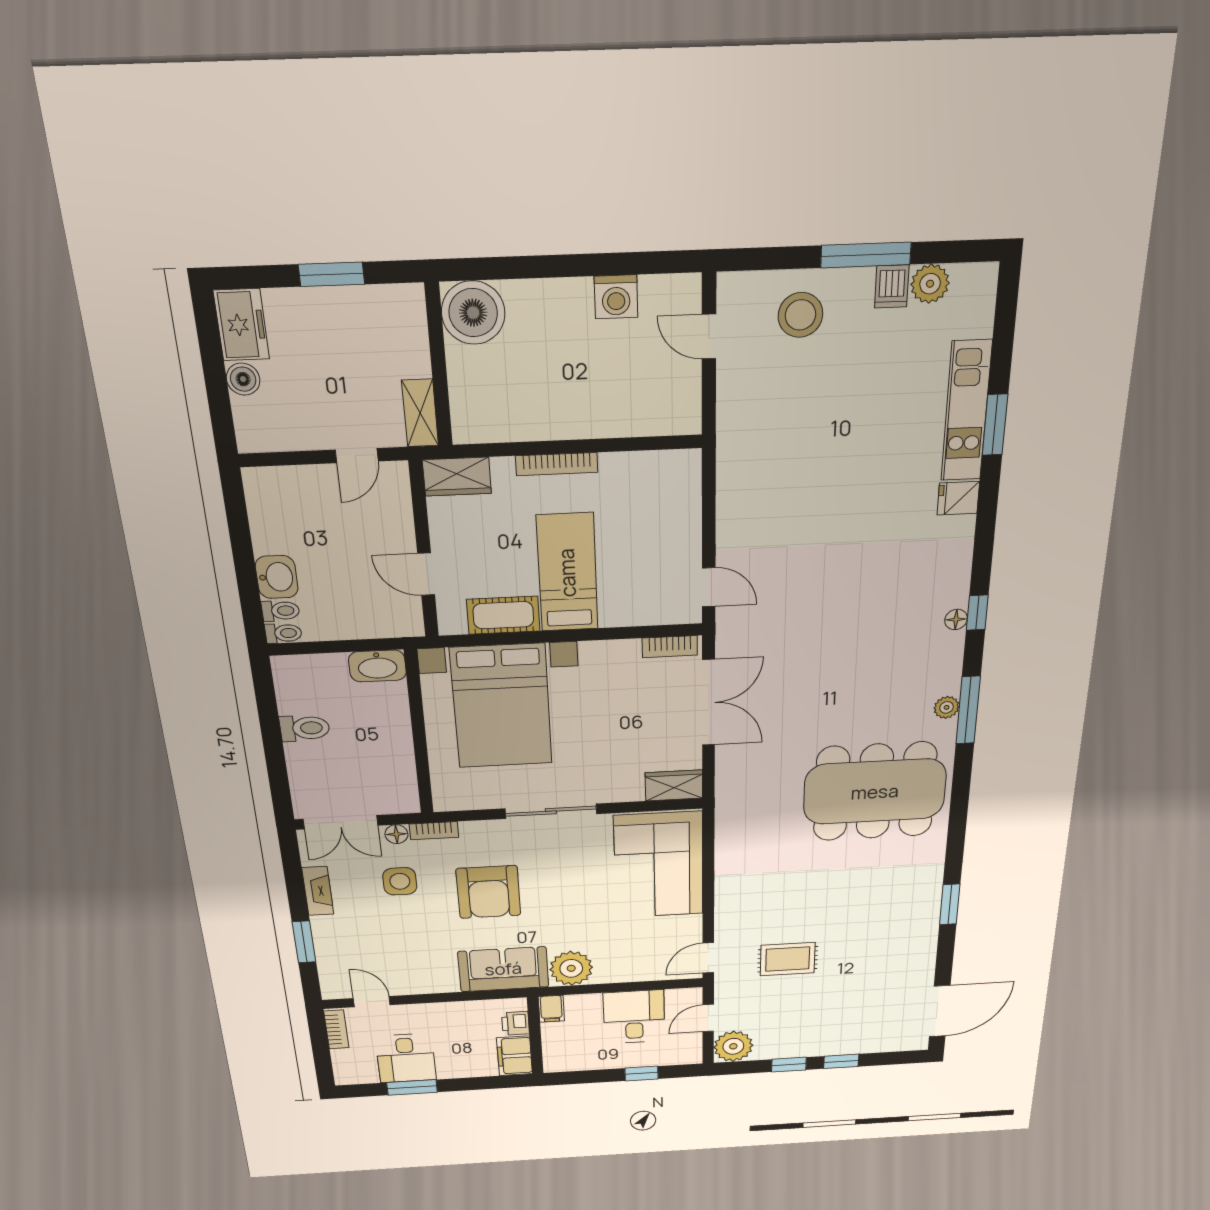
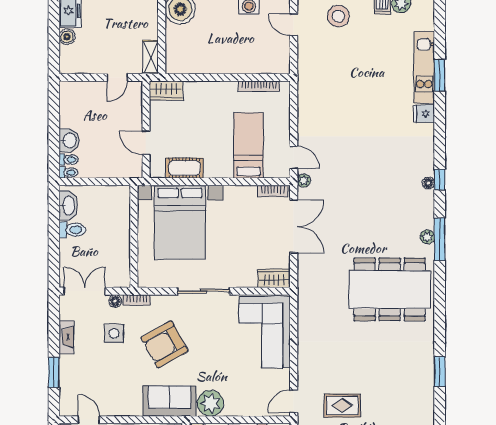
bookcase: (557, 464) -> (259, 86), moved
bed: (567, 573) -> (248, 145), moved
plant: (727, 626) -> (304, 181), added
washbasin: (377, 666) -> (68, 205), moved, turned -90
double door: (340, 822) -> (85, 291), swing flipped
armchair: (488, 892) -> (165, 344), turned 61

